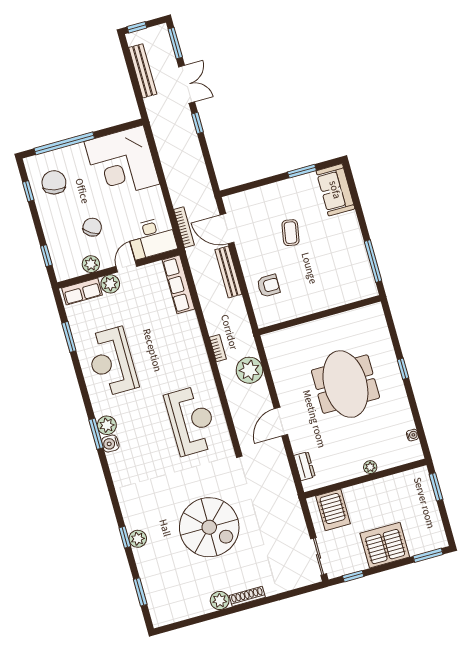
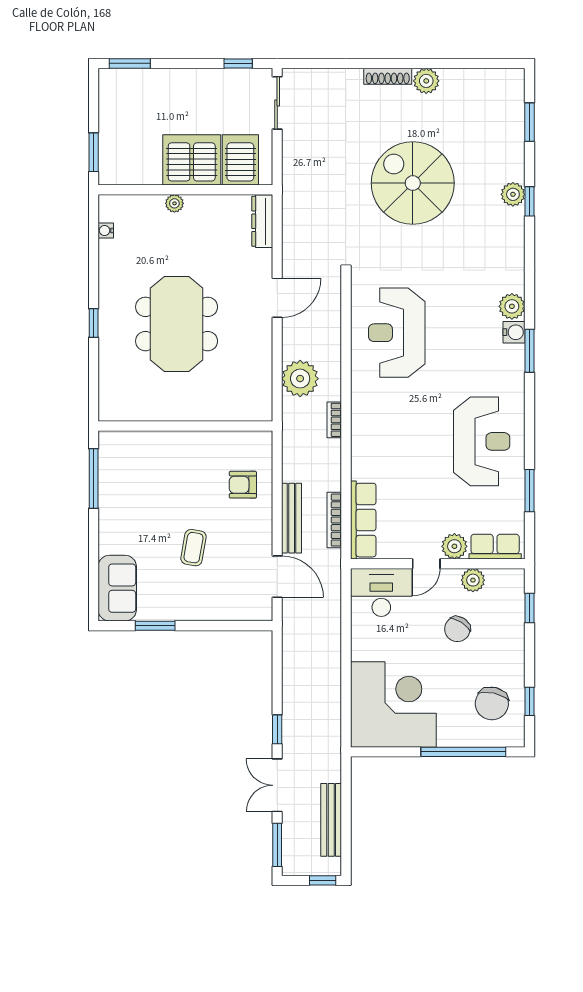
bookcase: (184, 227) -> (334, 520), moved
plant: (107, 425) -> (512, 306), moved
dresser: (304, 466) -> (262, 221), width x1.44
server rack: (385, 545) -> (192, 160), moved, turned 180

